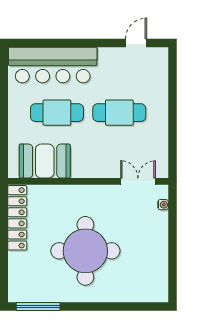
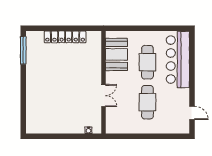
double door: (138, 181) -> (103, 96), moved
locker: (17, 218) -> (65, 37), moved
round table: (85, 251) -> (59, 80), removed

